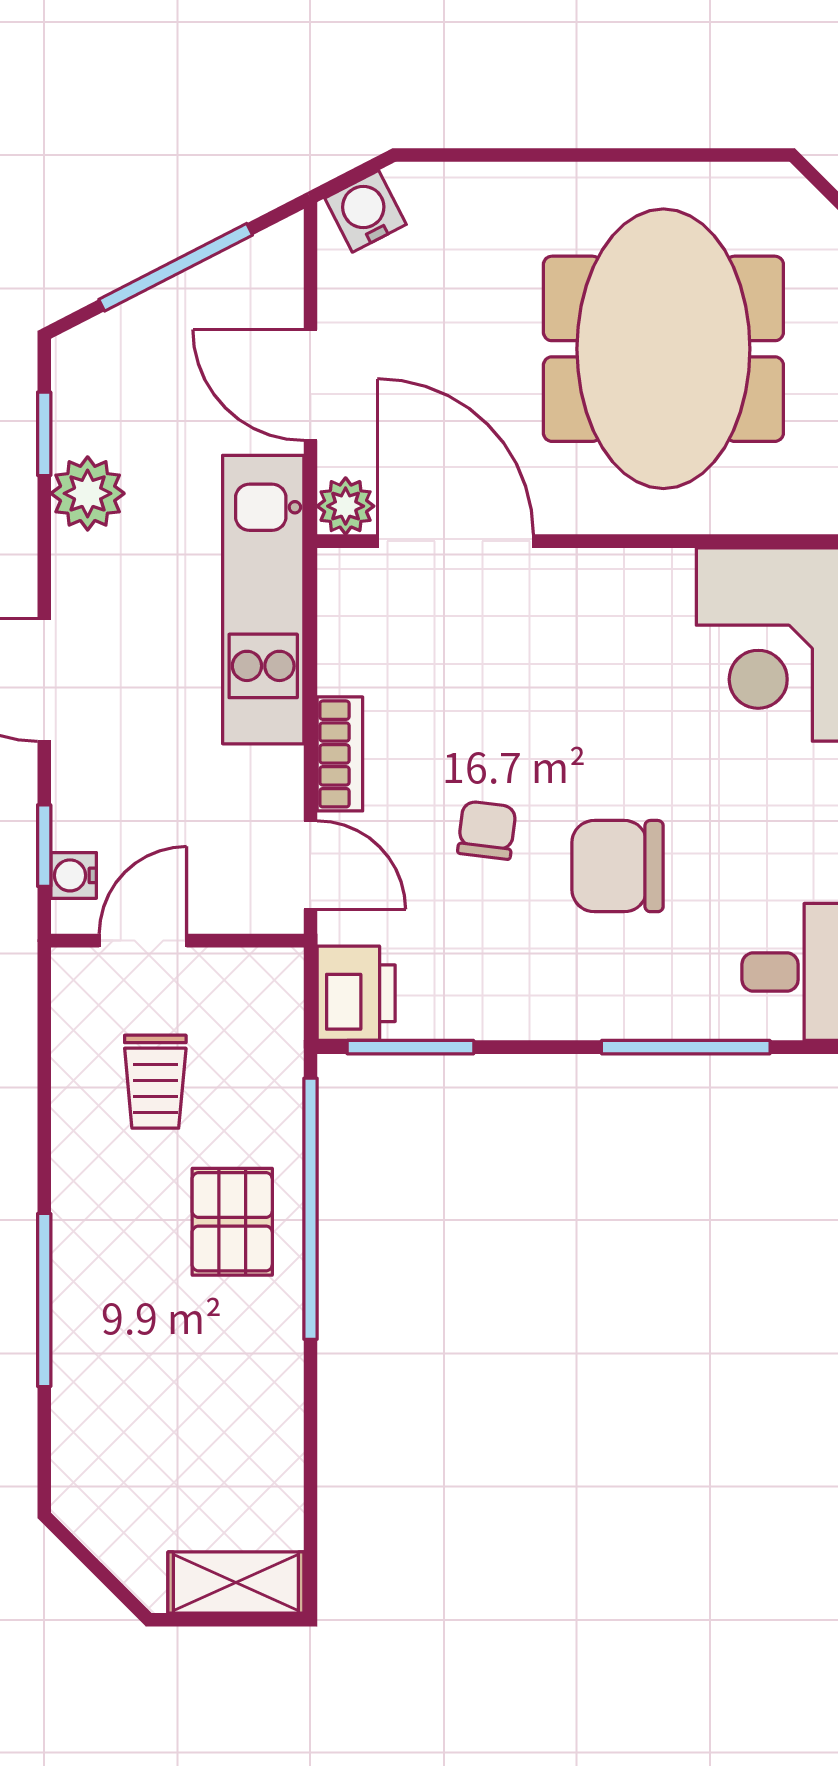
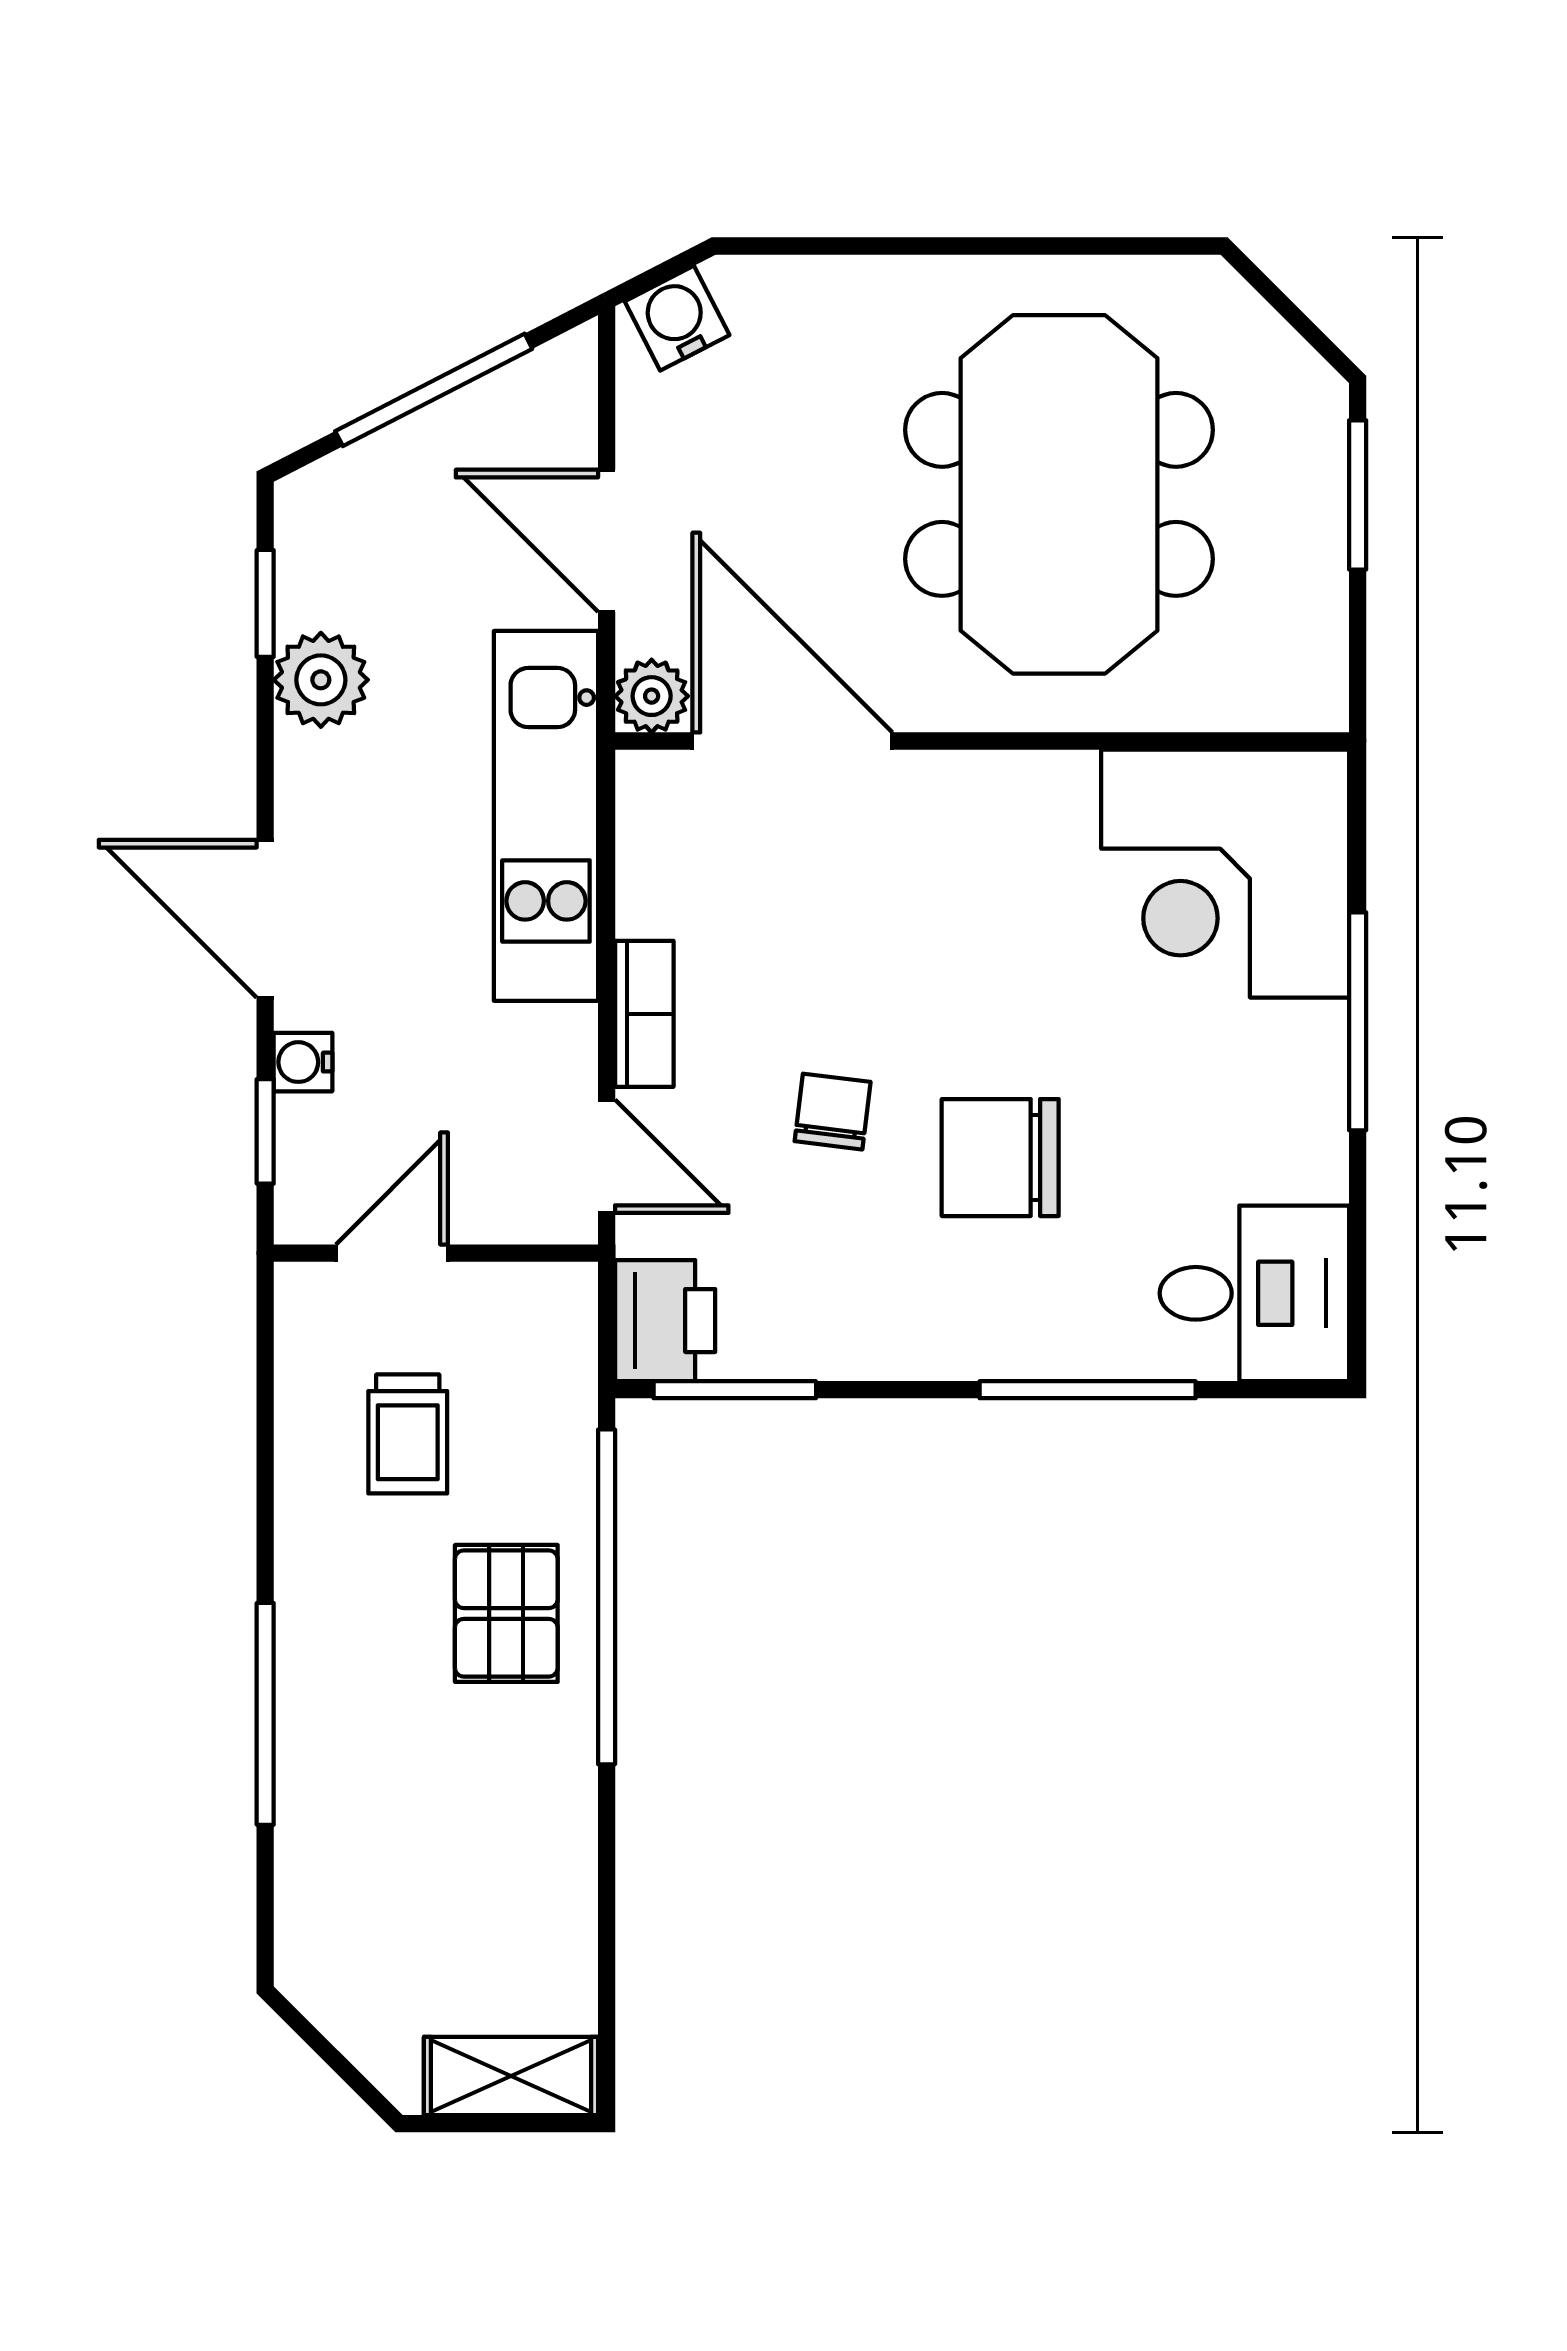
water cooler: (74, 875) -> (303, 1062), moved

